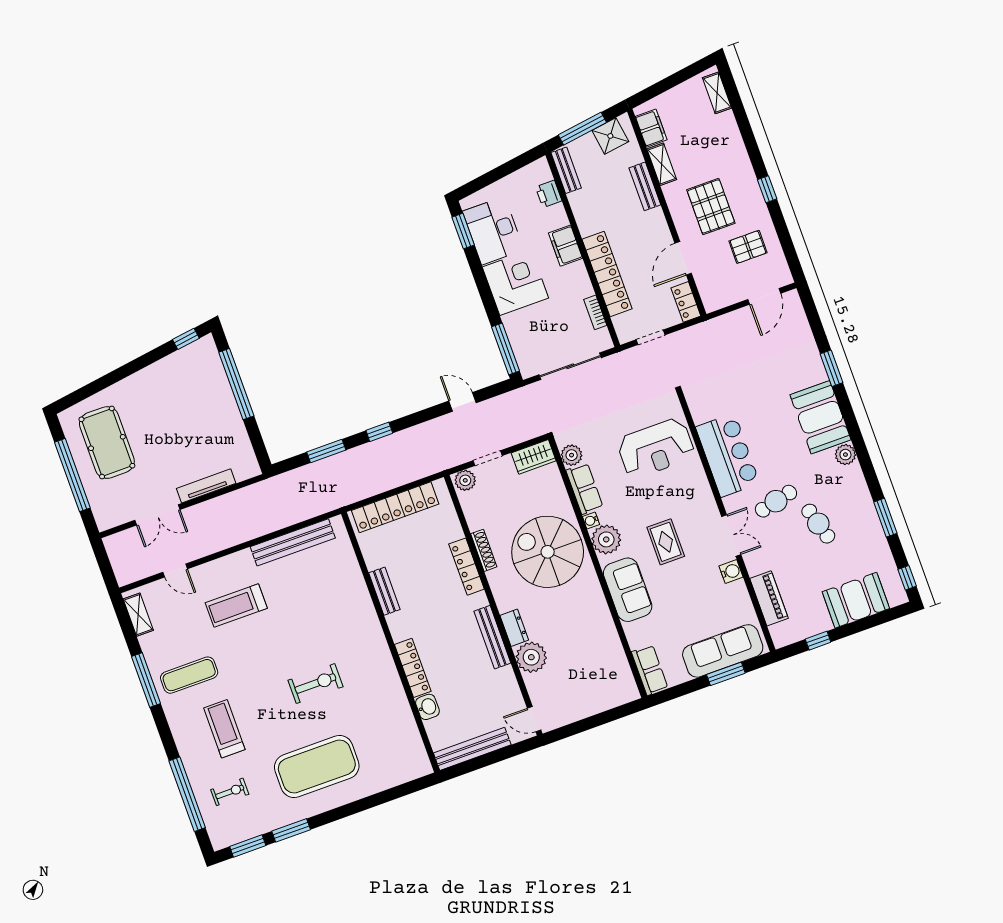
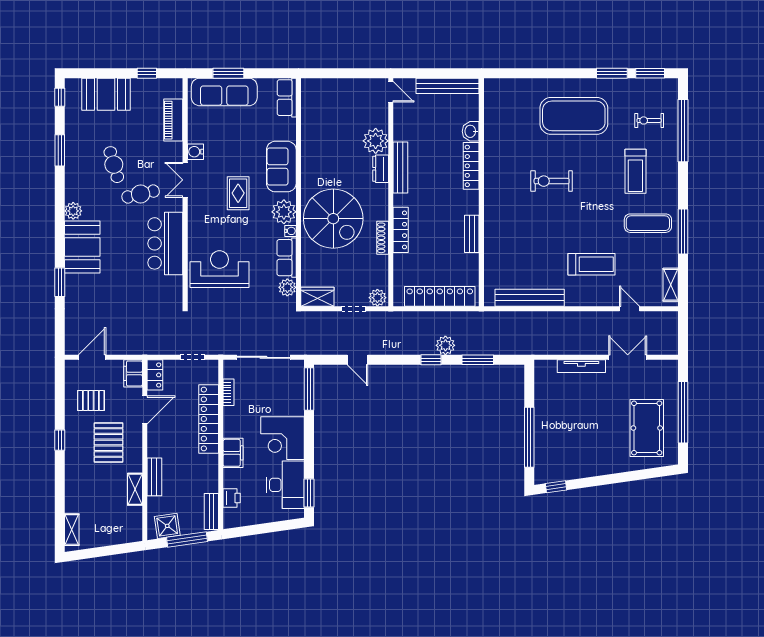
filing cabinet: (651, 128) -> (133, 373), moved
plant: (369, 454) -> (445, 345), added

